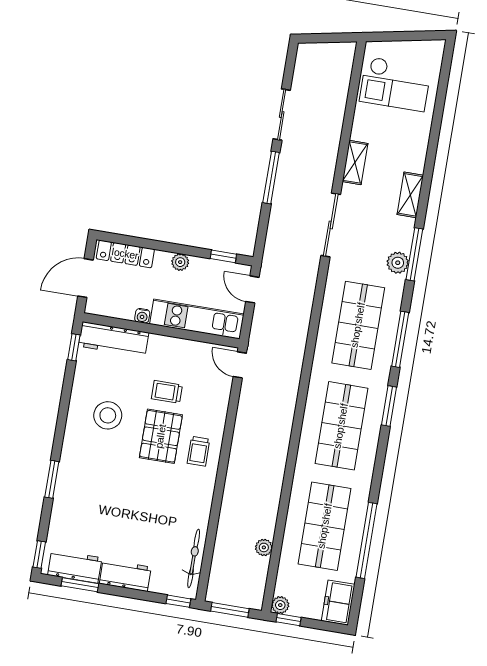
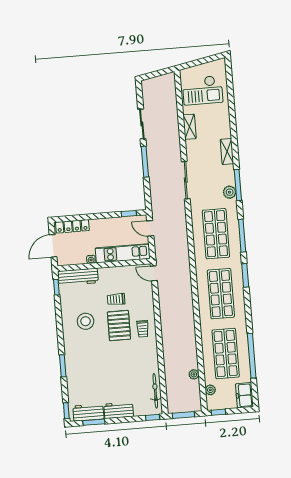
shelving: (355, 163) -> (190, 127), moved
plant: (180, 262) -> (105, 223), removed
plant: (280, 605) -> (210, 390), moved

